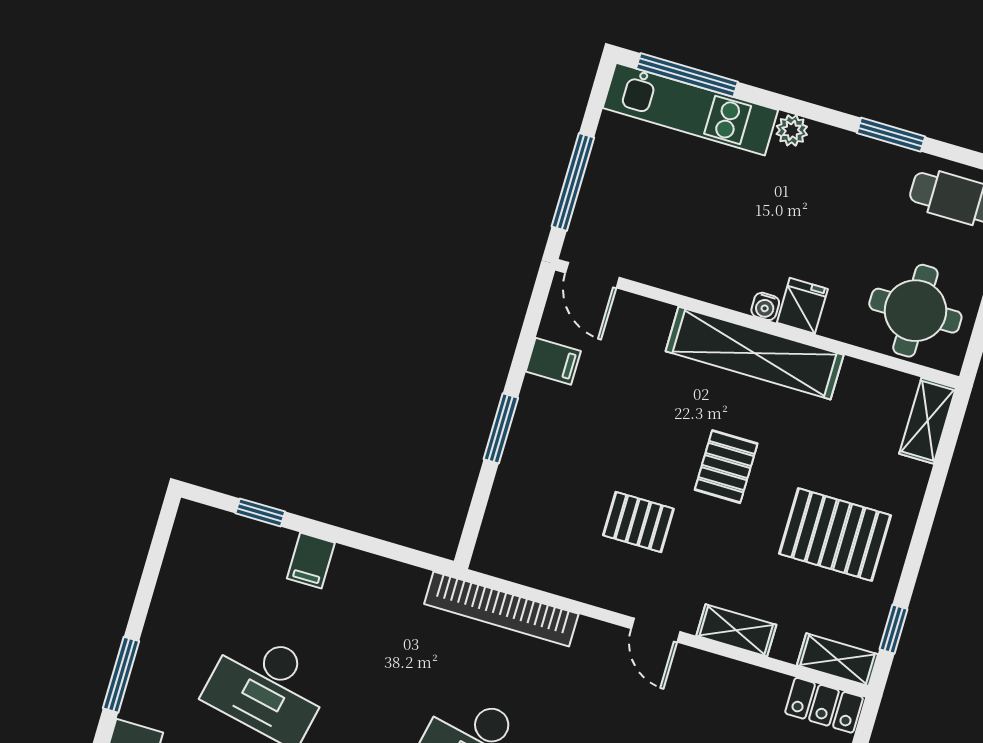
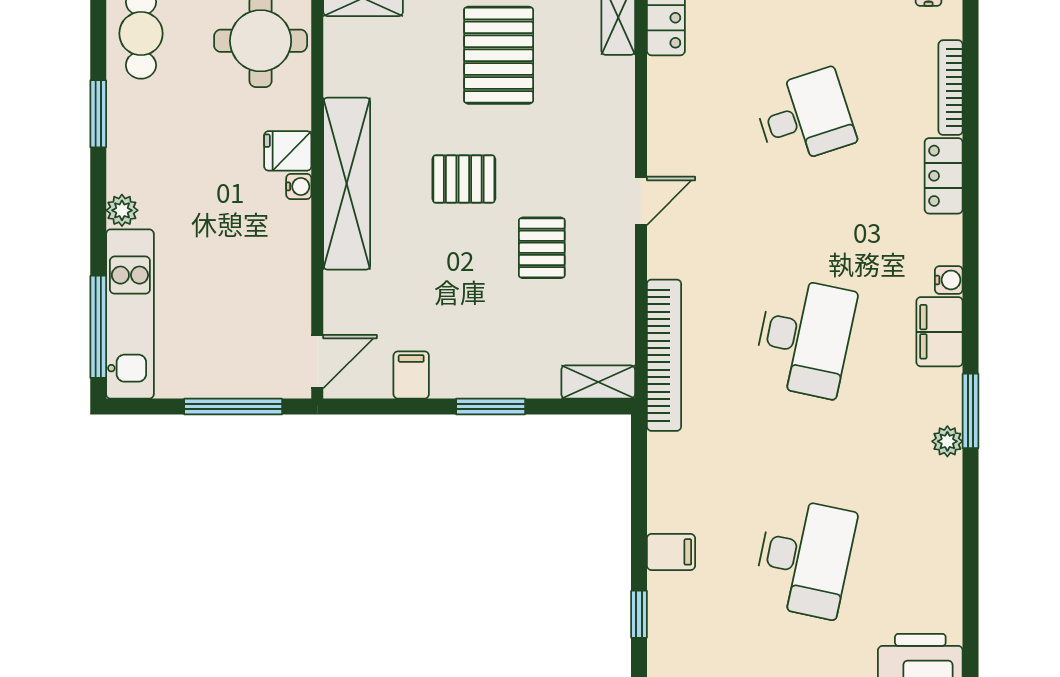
shelving: (736, 630) -> (598, 382), moved, turned 90

